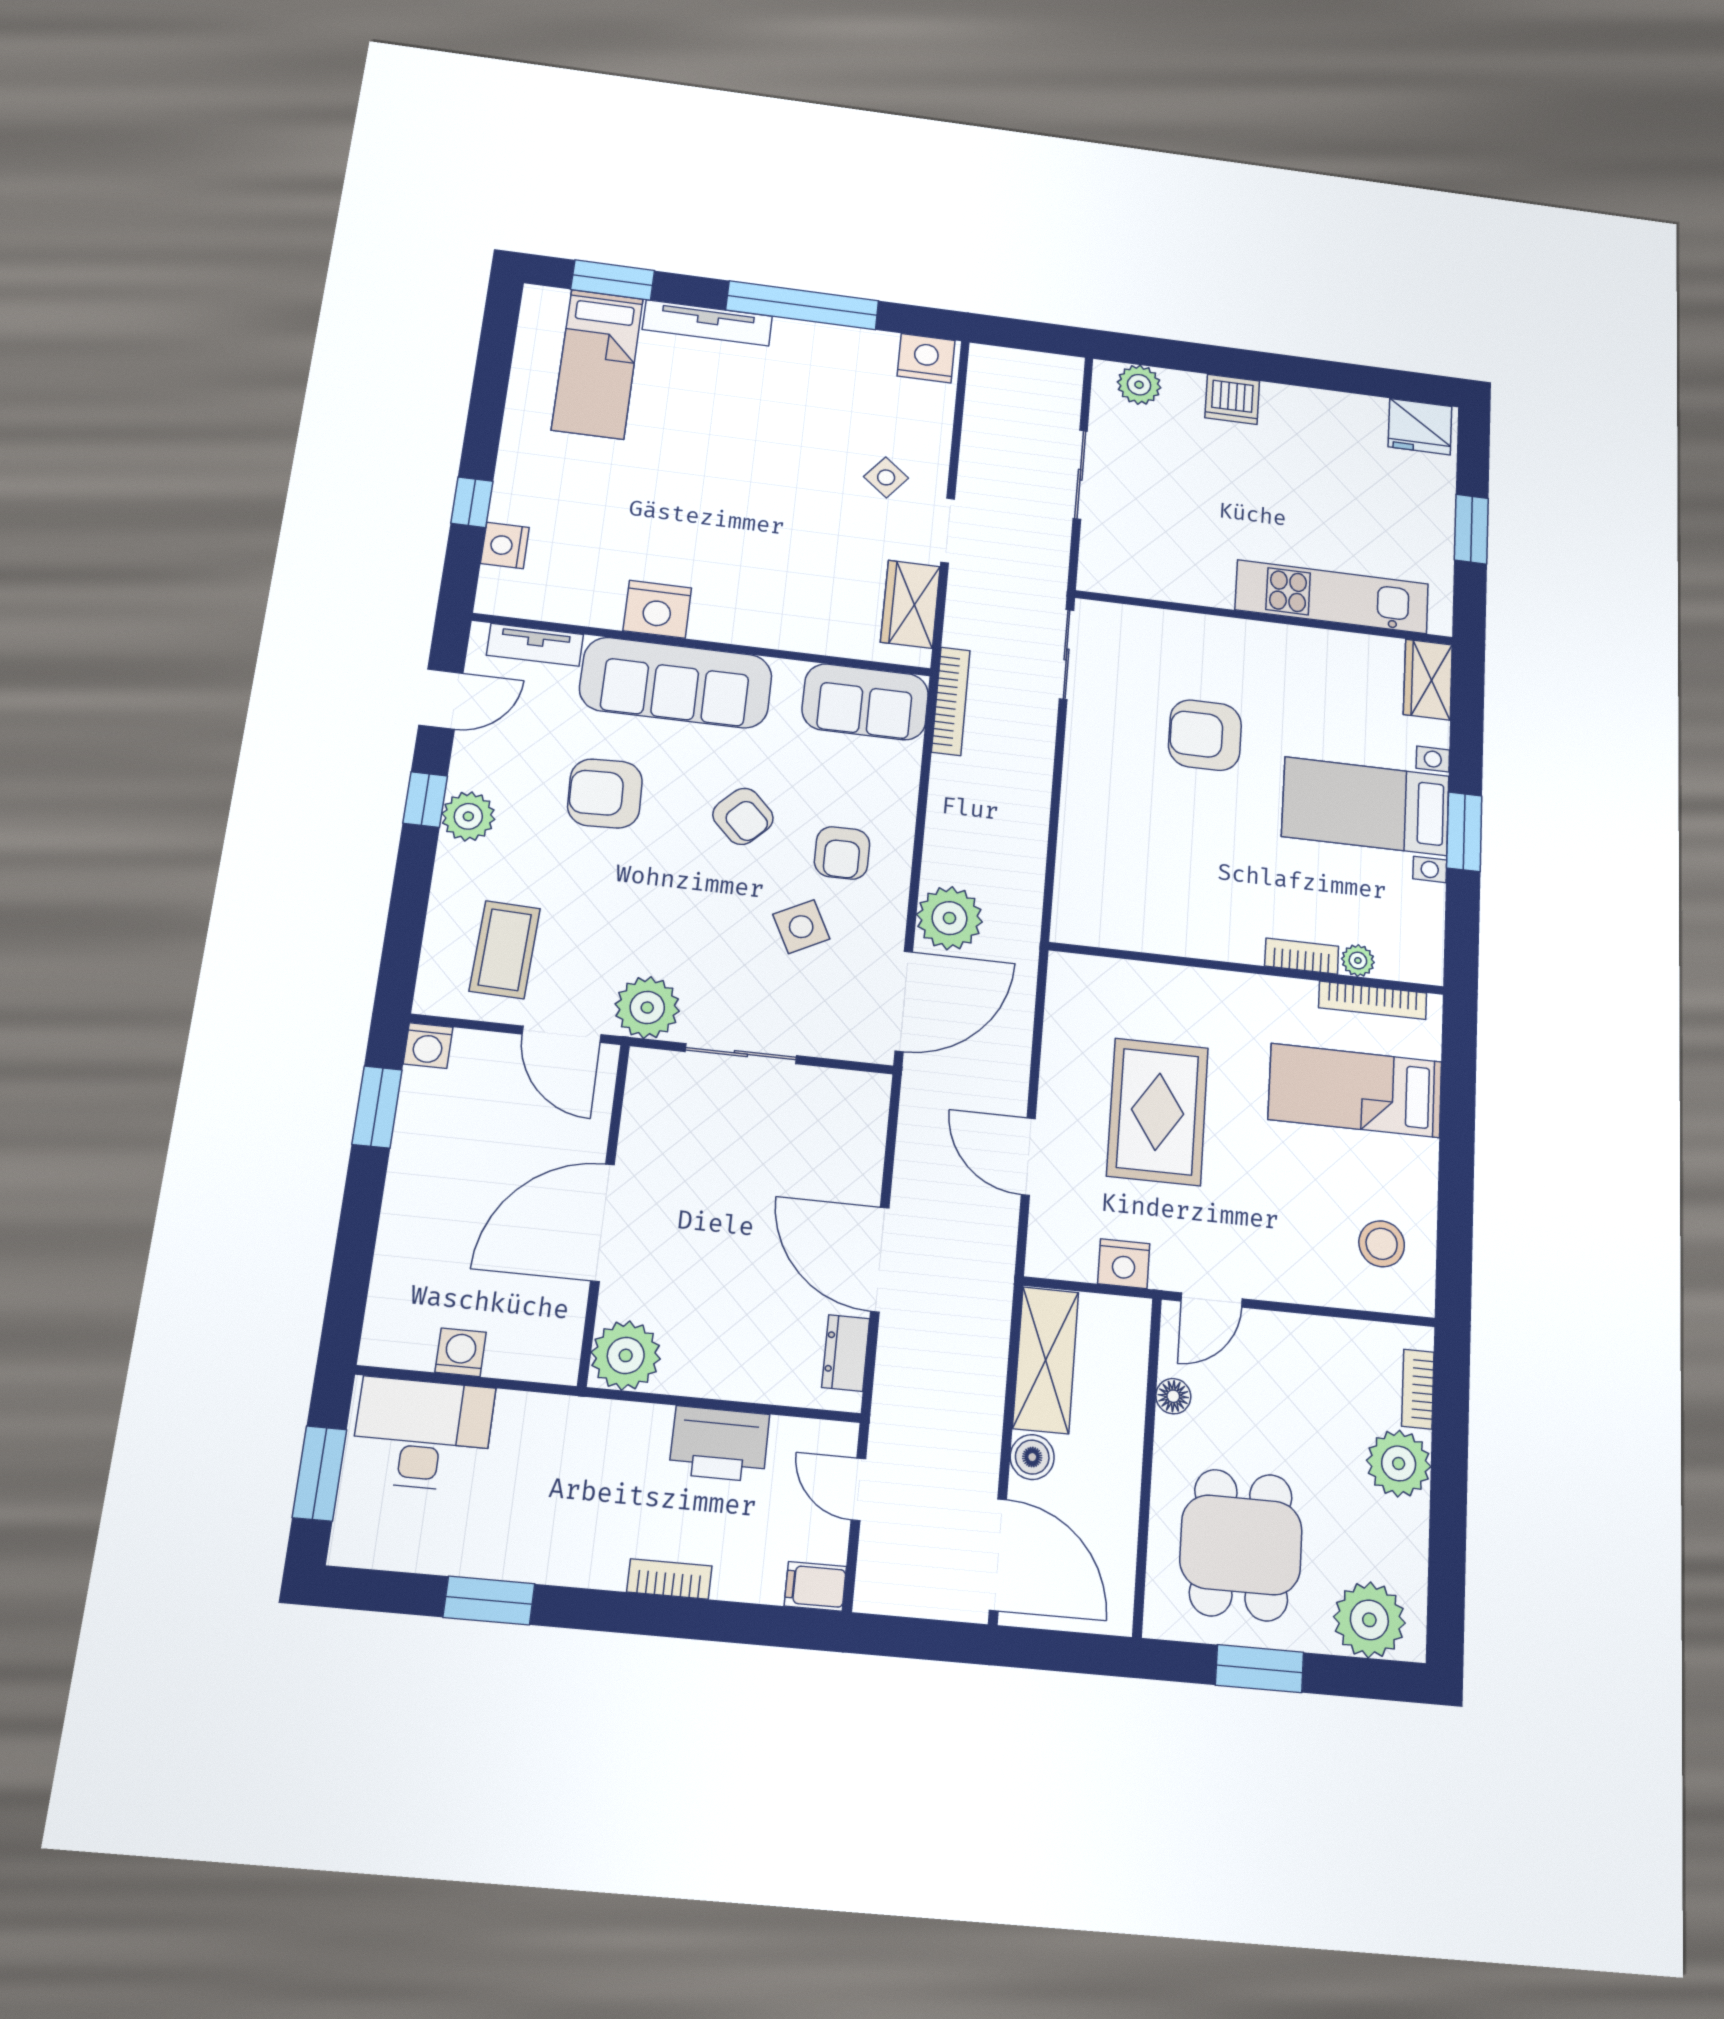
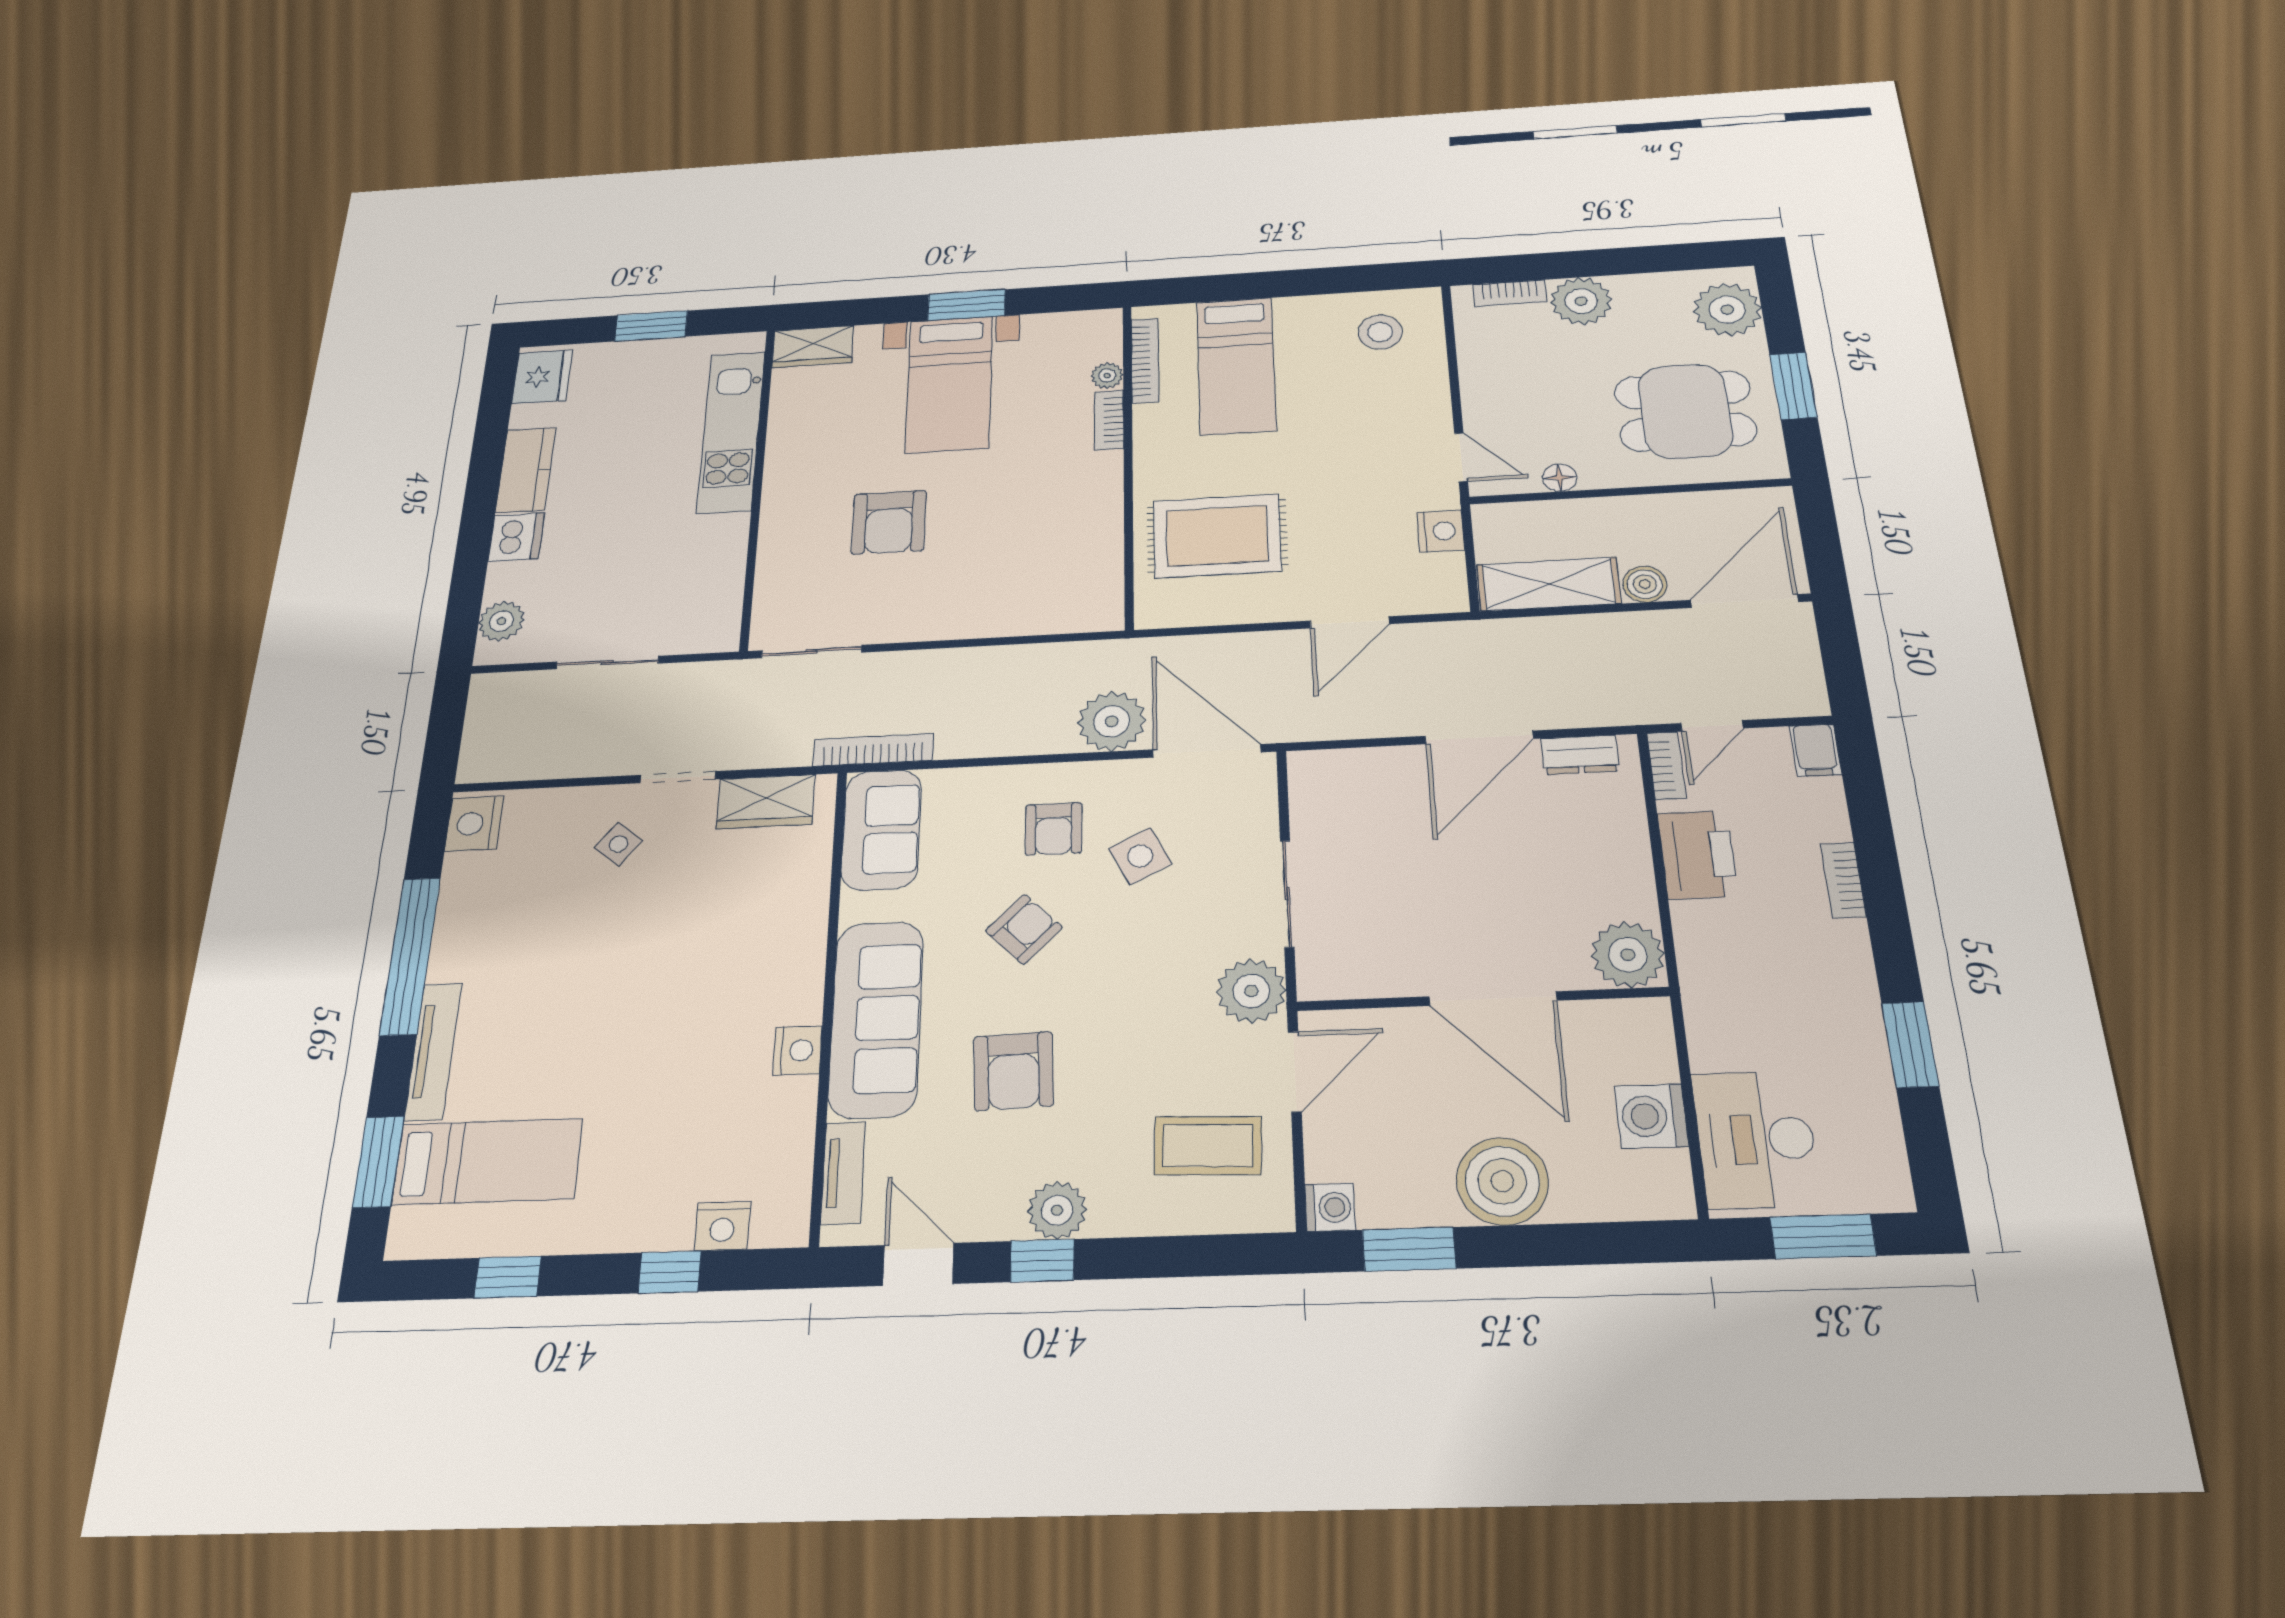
window: (491, 378) -> (508, 1277), added
kitchen counter: (1310, 409) -> (526, 470), added
nightstand: (657, 609) -> (798, 1050), width x0.74, depth x0.75
armchair: (842, 853) -> (1054, 829), turned 90
rug: (1158, 1112) -> (1217, 536), moved
boiler: (424, 1199) -> (1502, 1181), added
washing machine: (461, 1352) -> (1651, 1116), width x1.38, depth x1.38
bookcase: (821, 1435) -> (1666, 766), added

